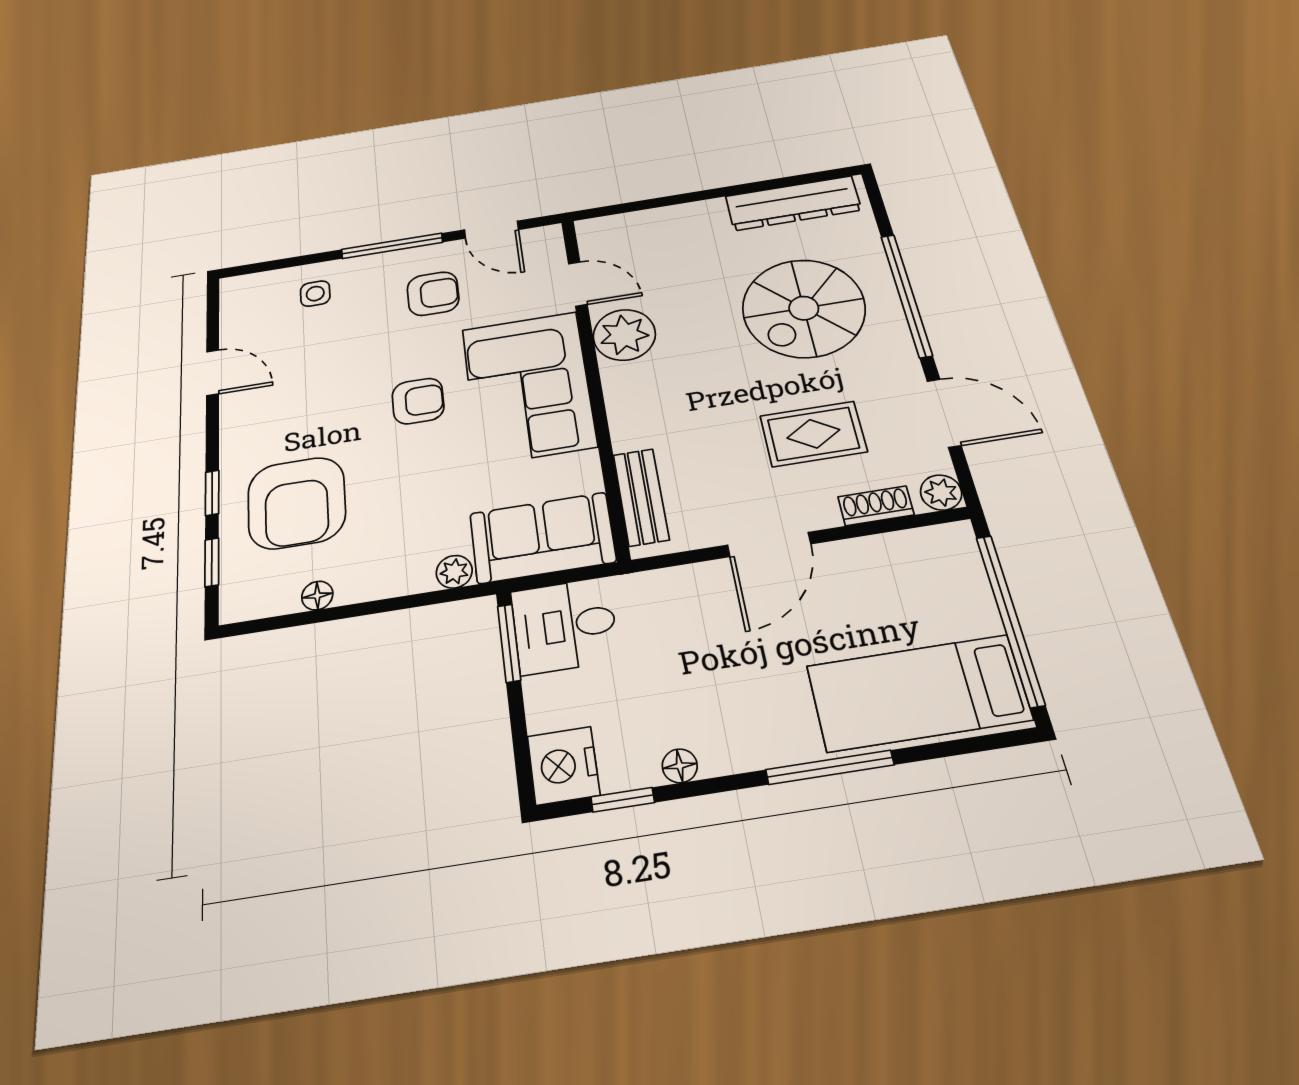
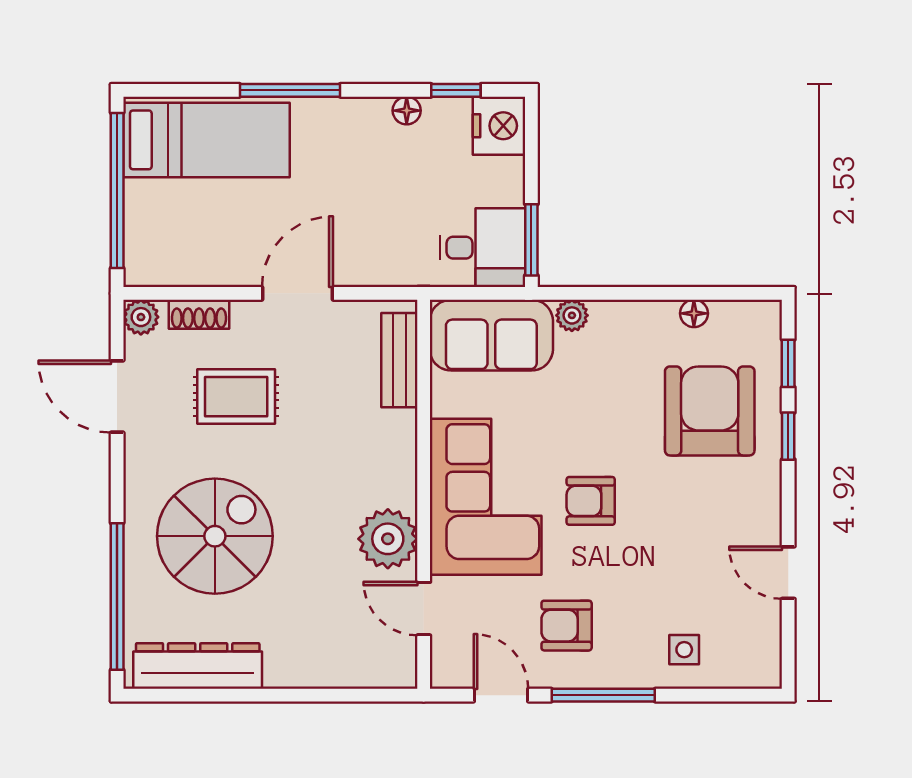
window: (906, 295) -> (117, 596), moved

